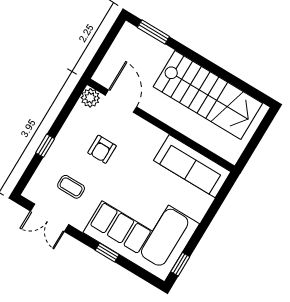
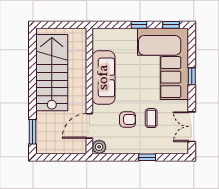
sofa: (192, 166) -> (103, 77), moved
coffee table: (71, 187) -> (151, 118), moved
double door: (49, 218) -> (192, 127), swing flipped
window: (202, 228) -> (139, 25), added

